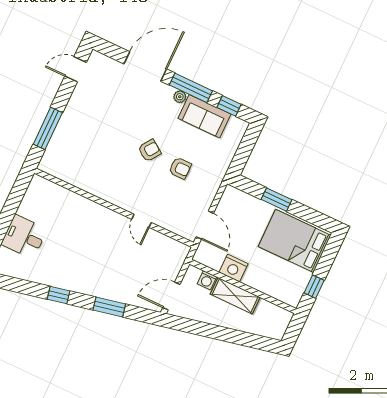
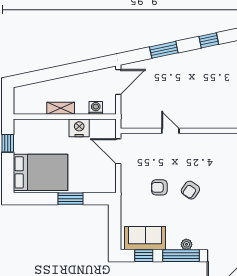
sofa: (204, 116) -> (145, 238), moved
shelving: (235, 296) -> (61, 108), width x0.67, depth x0.75

